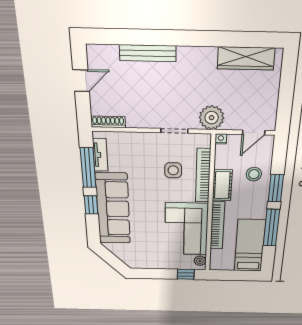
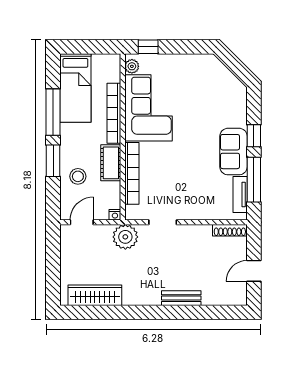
bench: (148, 53) -> (181, 298), width x0.73
side table: (173, 170) -> (164, 179), removed
sofa: (113, 209) -> (234, 152), width x0.54, depth x0.79

